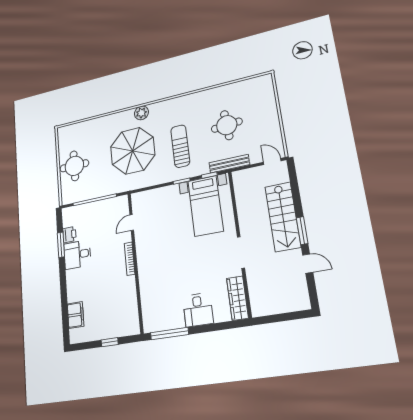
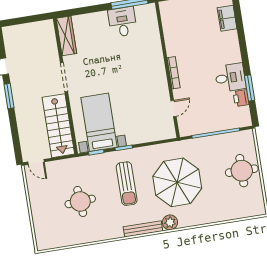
bench: (229, 164) -> (143, 229), moved
stairs: (283, 217) -> (58, 126), moved, turned 180
desk: (198, 310) -> (122, 22), moved

